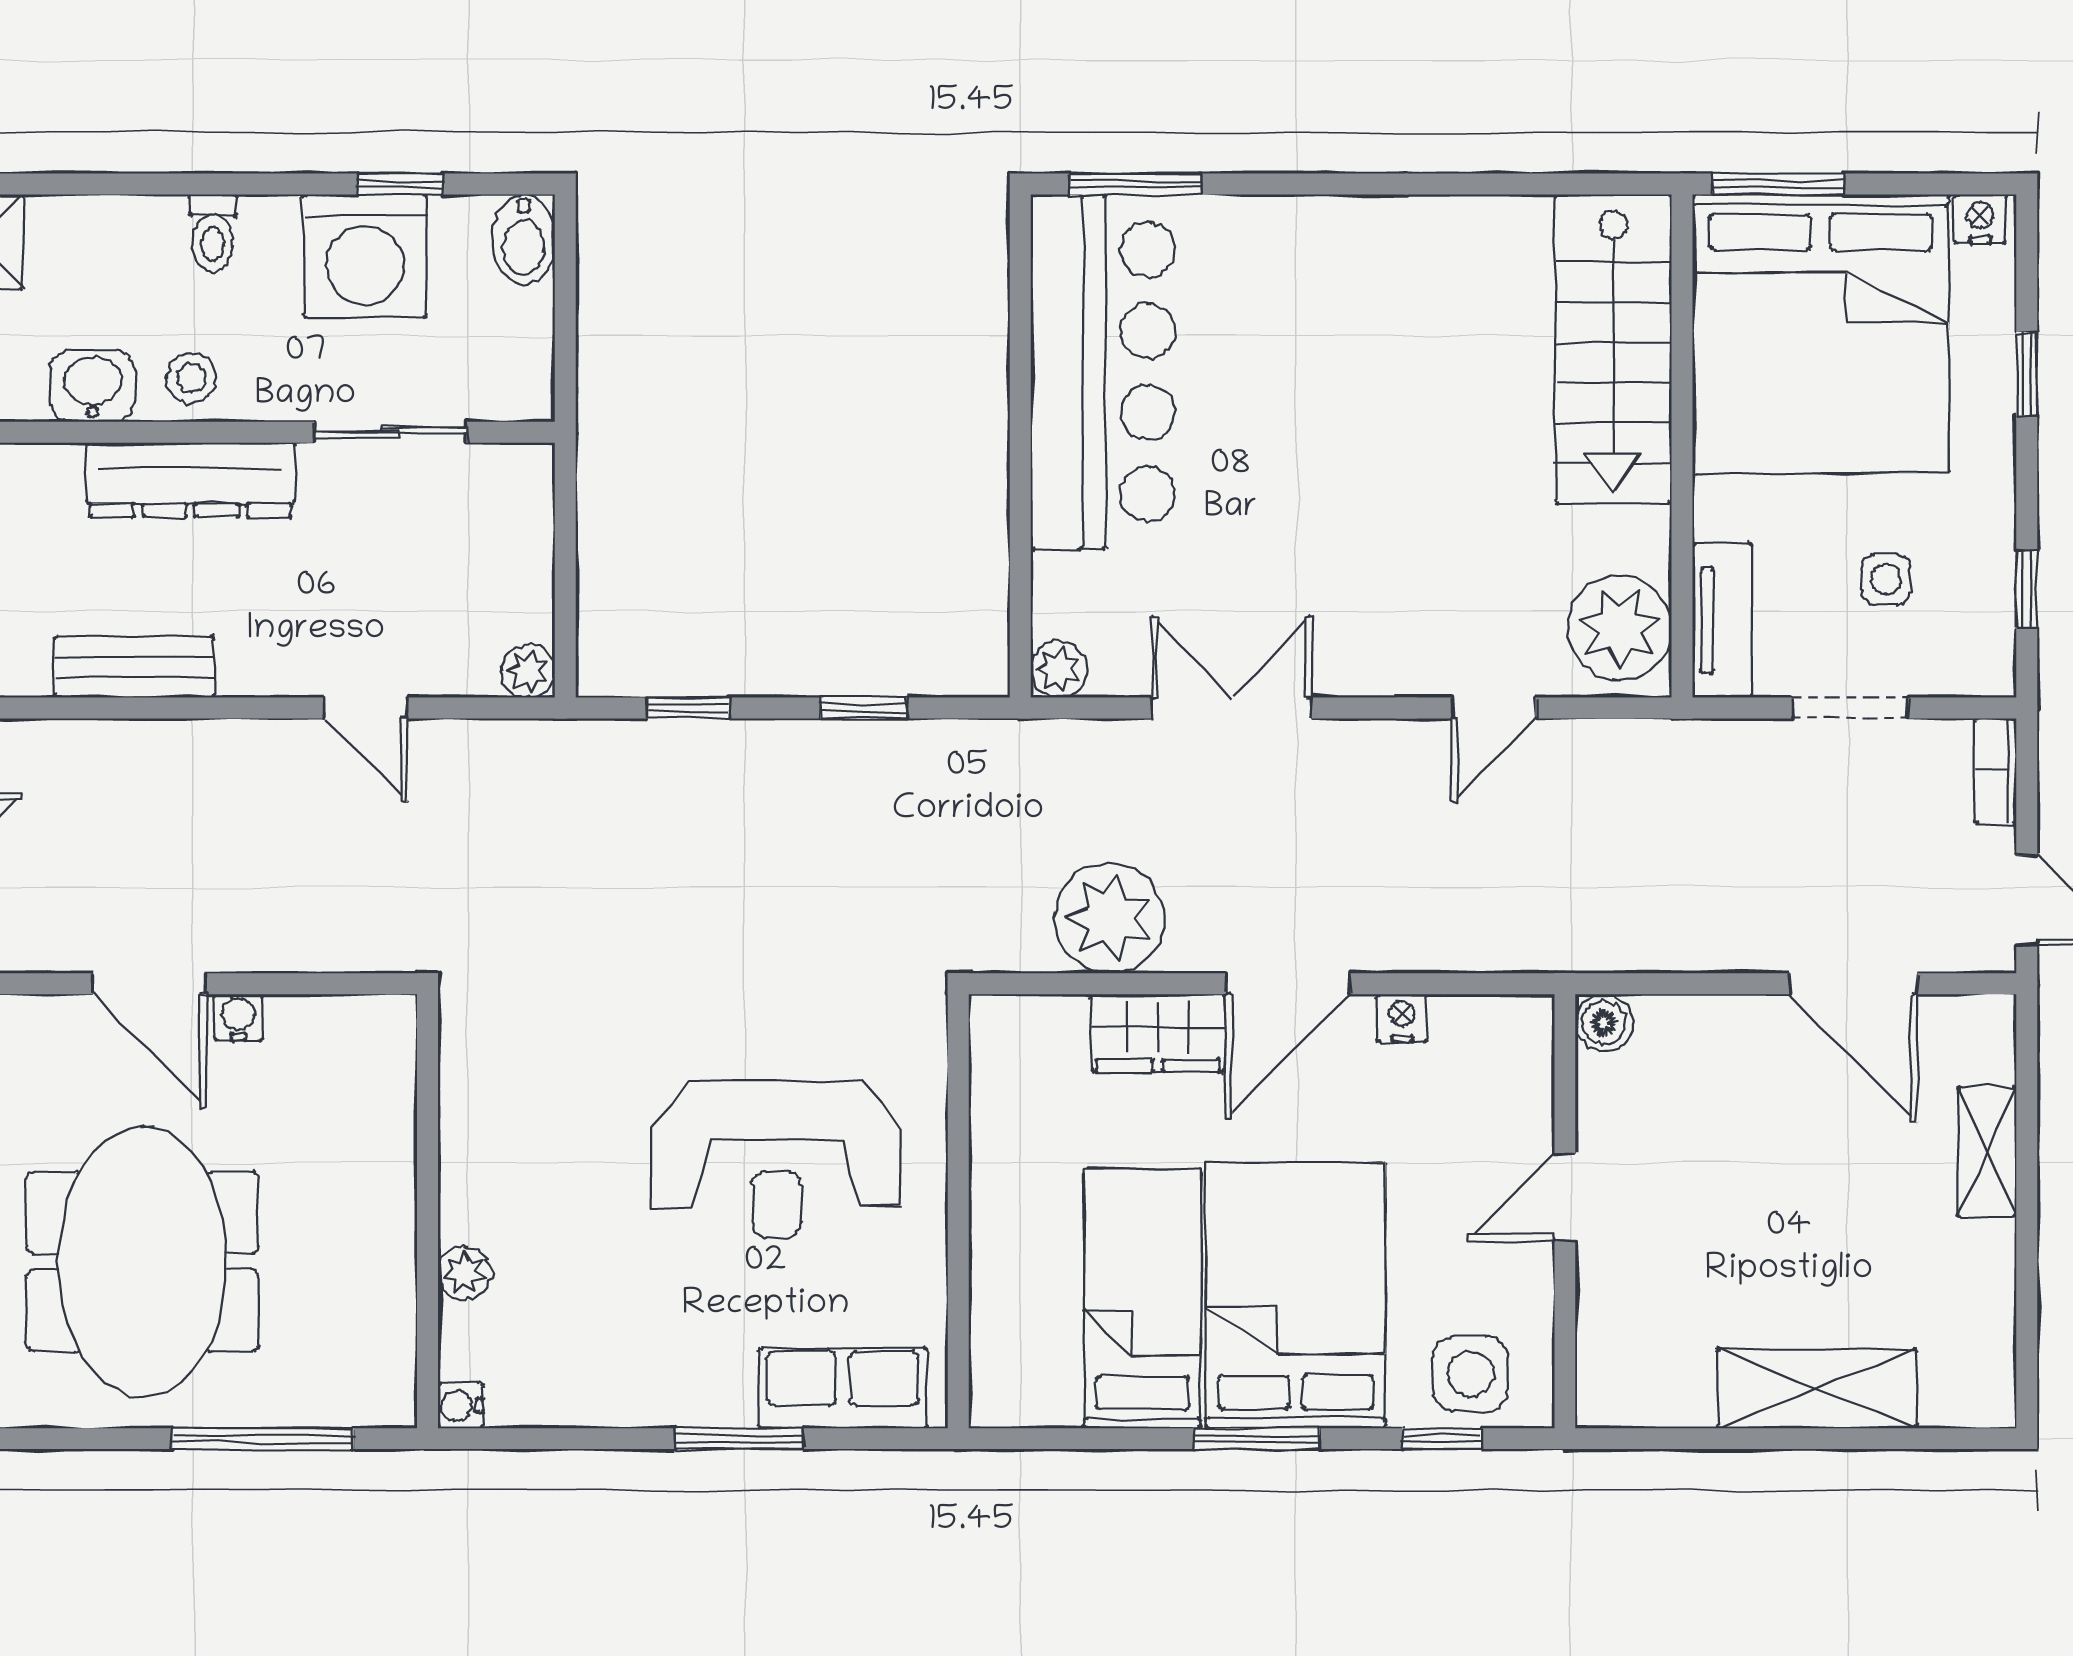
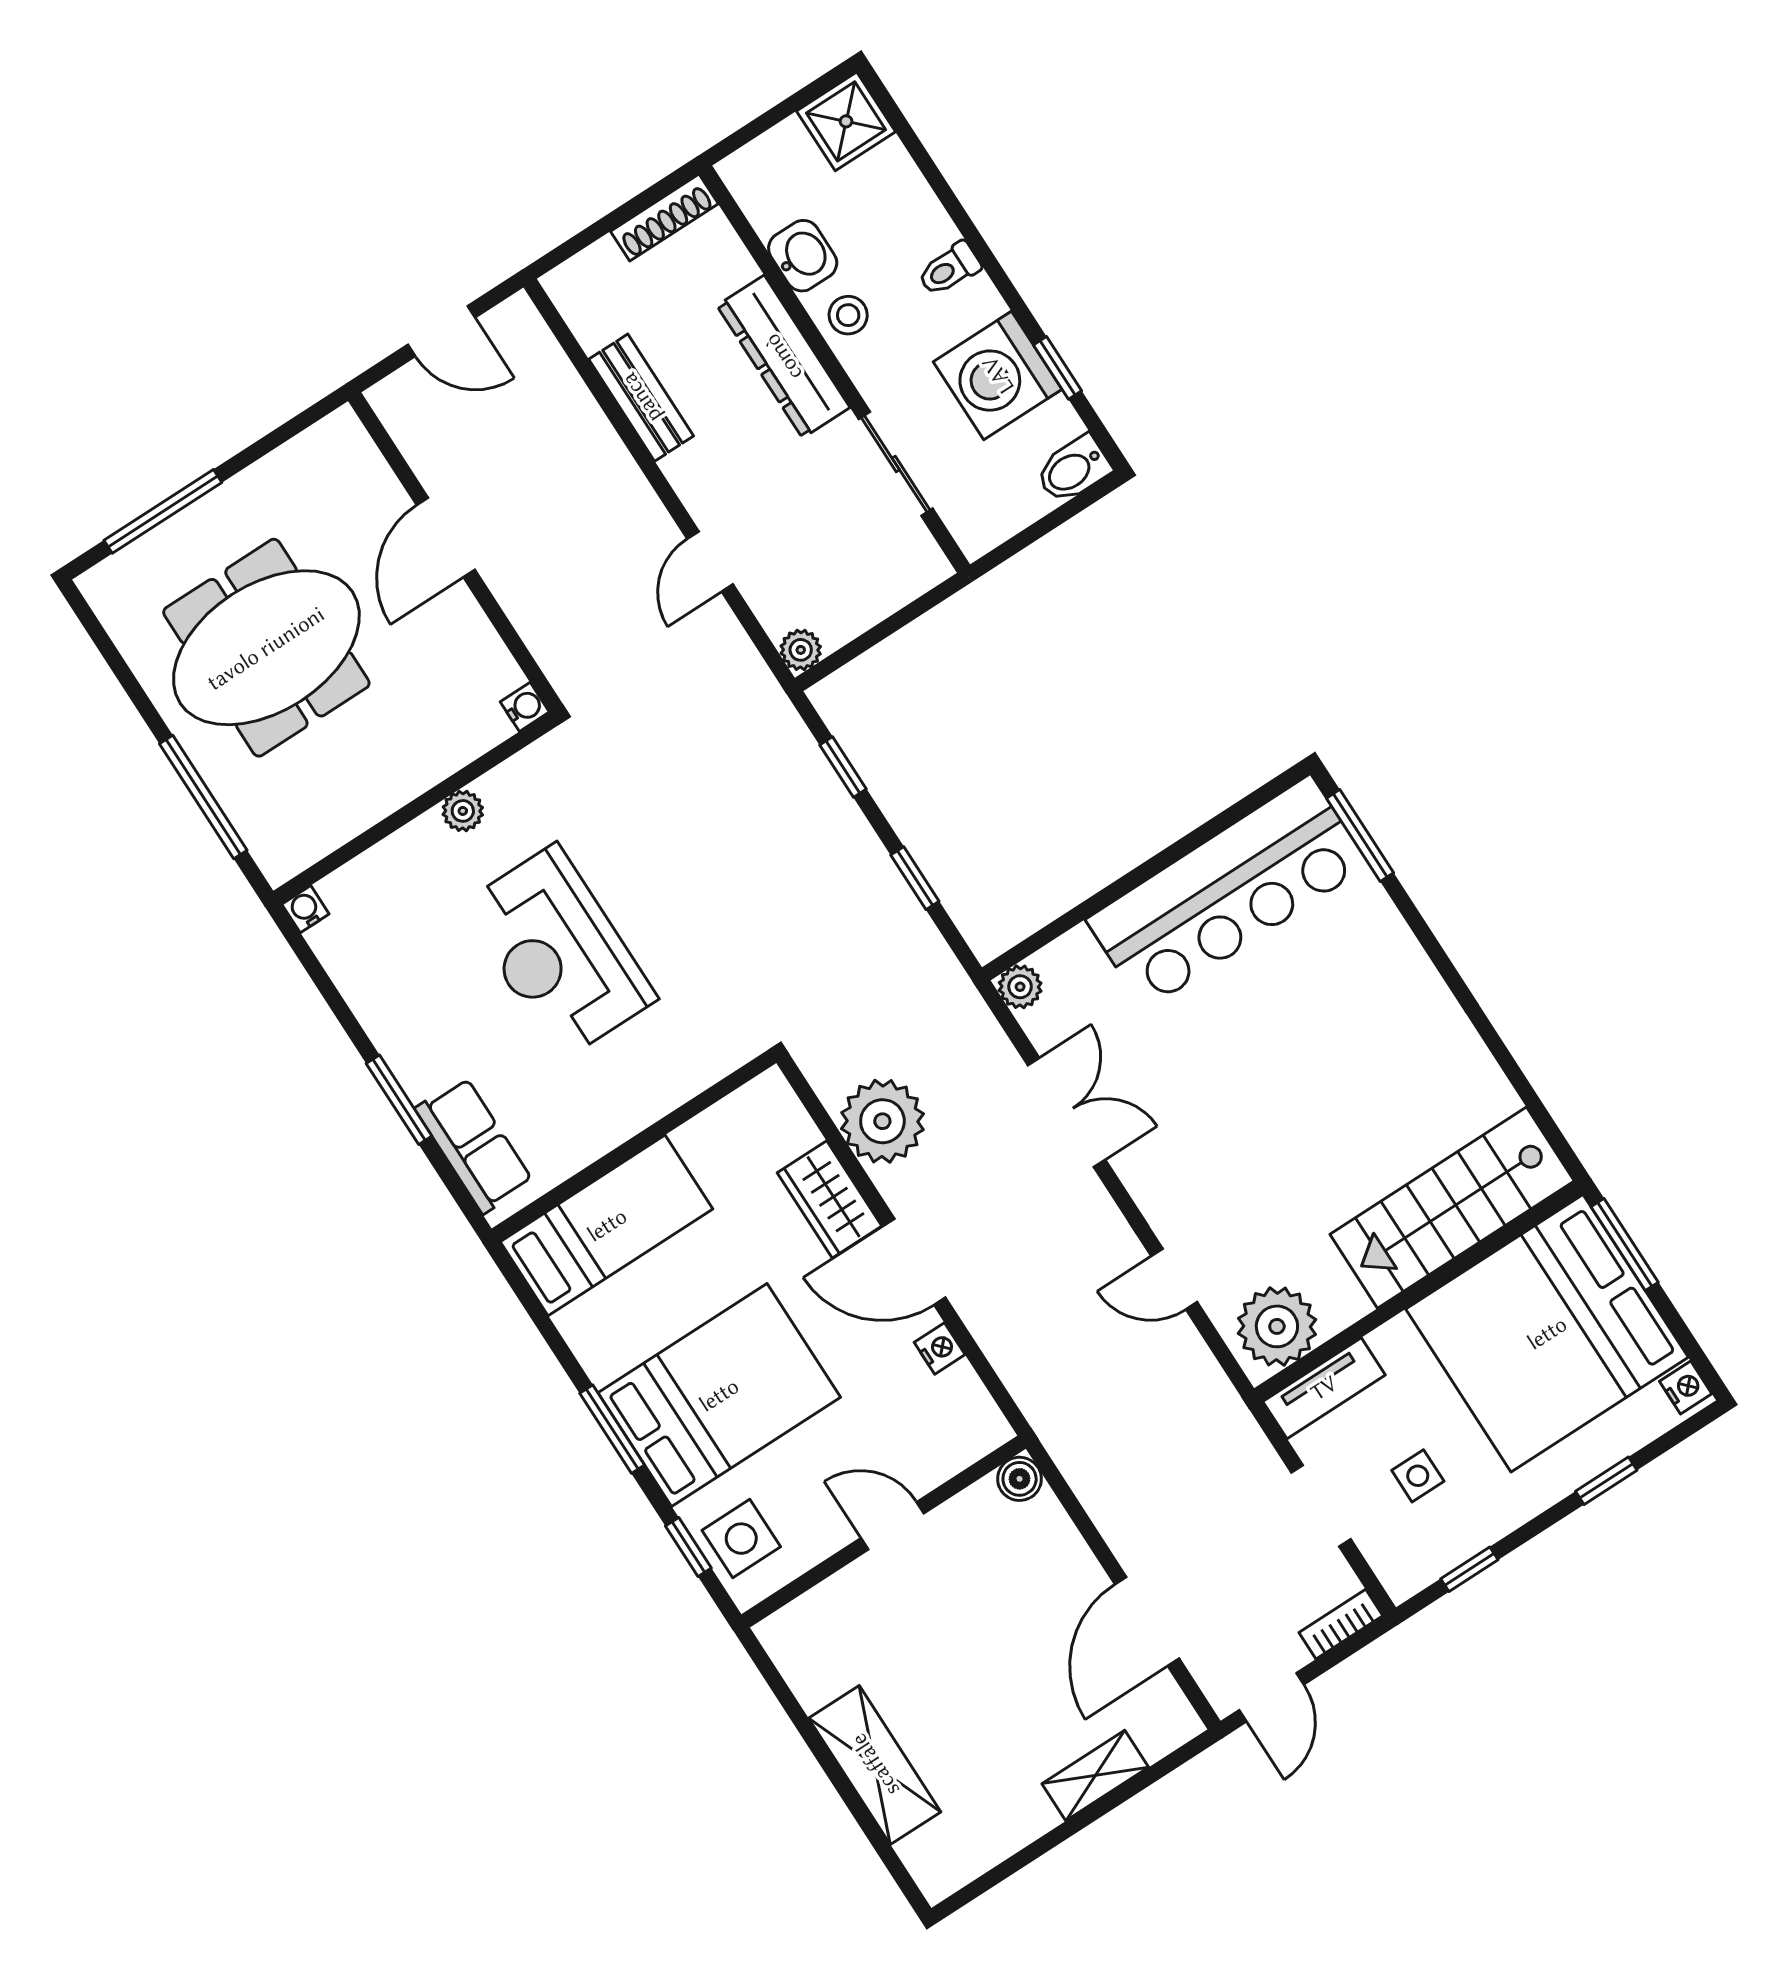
water cooler: (239, 1018) -> (525, 707), moved
reception desk: (776, 1159) -> (558, 952), moved
plant: (464, 1273) -> (463, 811), moved
bed: (1142, 1299) -> (607, 1225), moved

